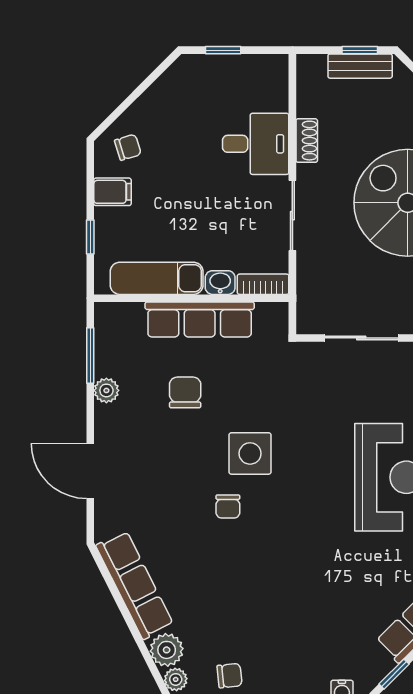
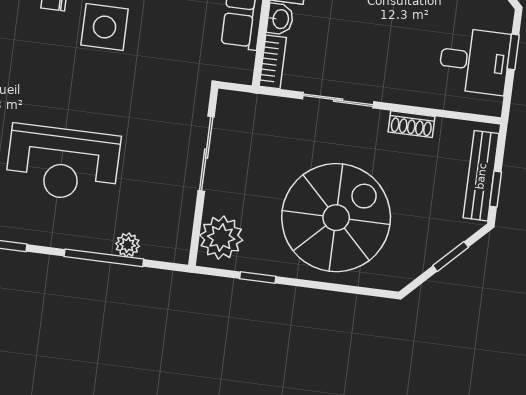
bench: (360, 66) -> (481, 176), width x1.36
desk: (256, 144) -> (474, 61), moved, turned -90

